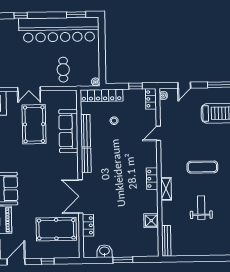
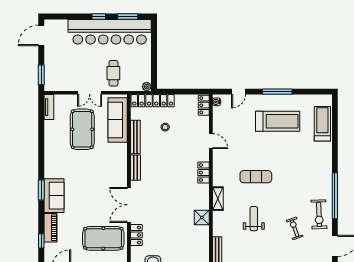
window: (21, 16) -> (99, 17), moved
window: (136, 86) -> (188, 92), removed
double door: (29, 89) -> (90, 93), moved
sofa: (68, 131) -> (118, 120), moved
door: (158, 133) -> (211, 141), swing flipped
locker: (152, 179) -> (203, 173), moved
shower: (151, 221) -> (202, 217), moved

